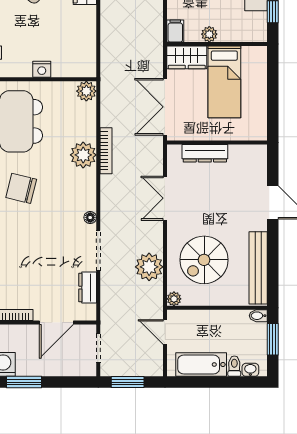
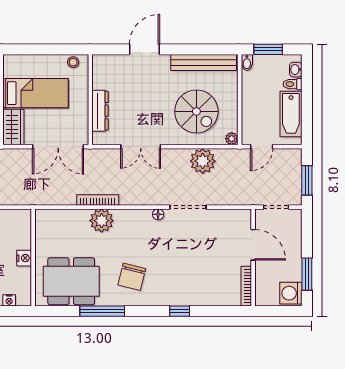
plant: (86, 91) -> (44, 218), removed
stool: (259, 124) -> (73, 62), added
dresser: (88, 288) -> (221, 217), removed

